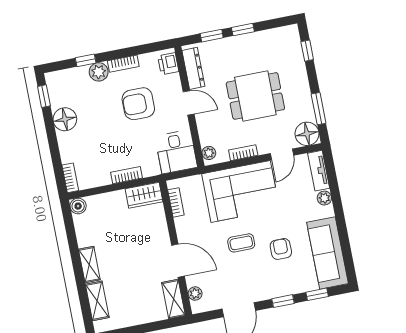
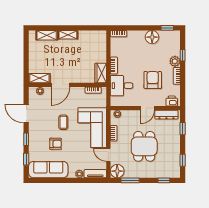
window: (243, 30) -> (183, 160), moved
desk: (176, 152) -> (122, 86), moved
boiler: (78, 206) -> (102, 35), removed

